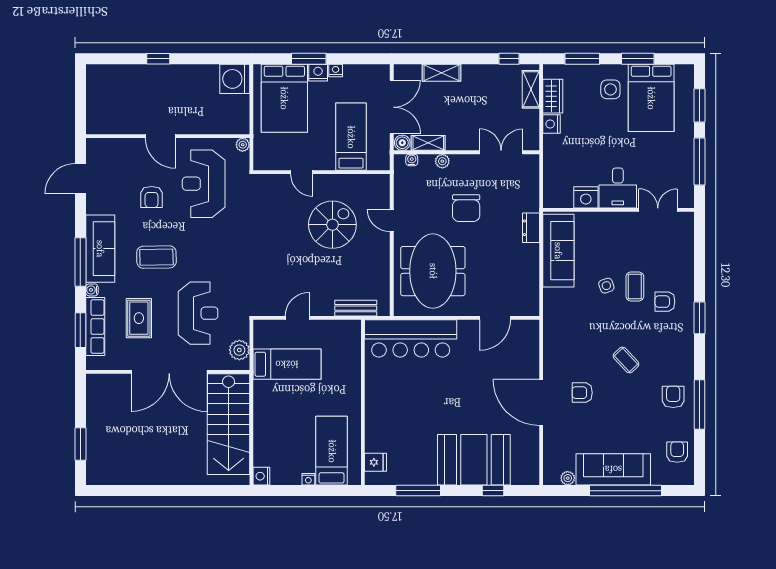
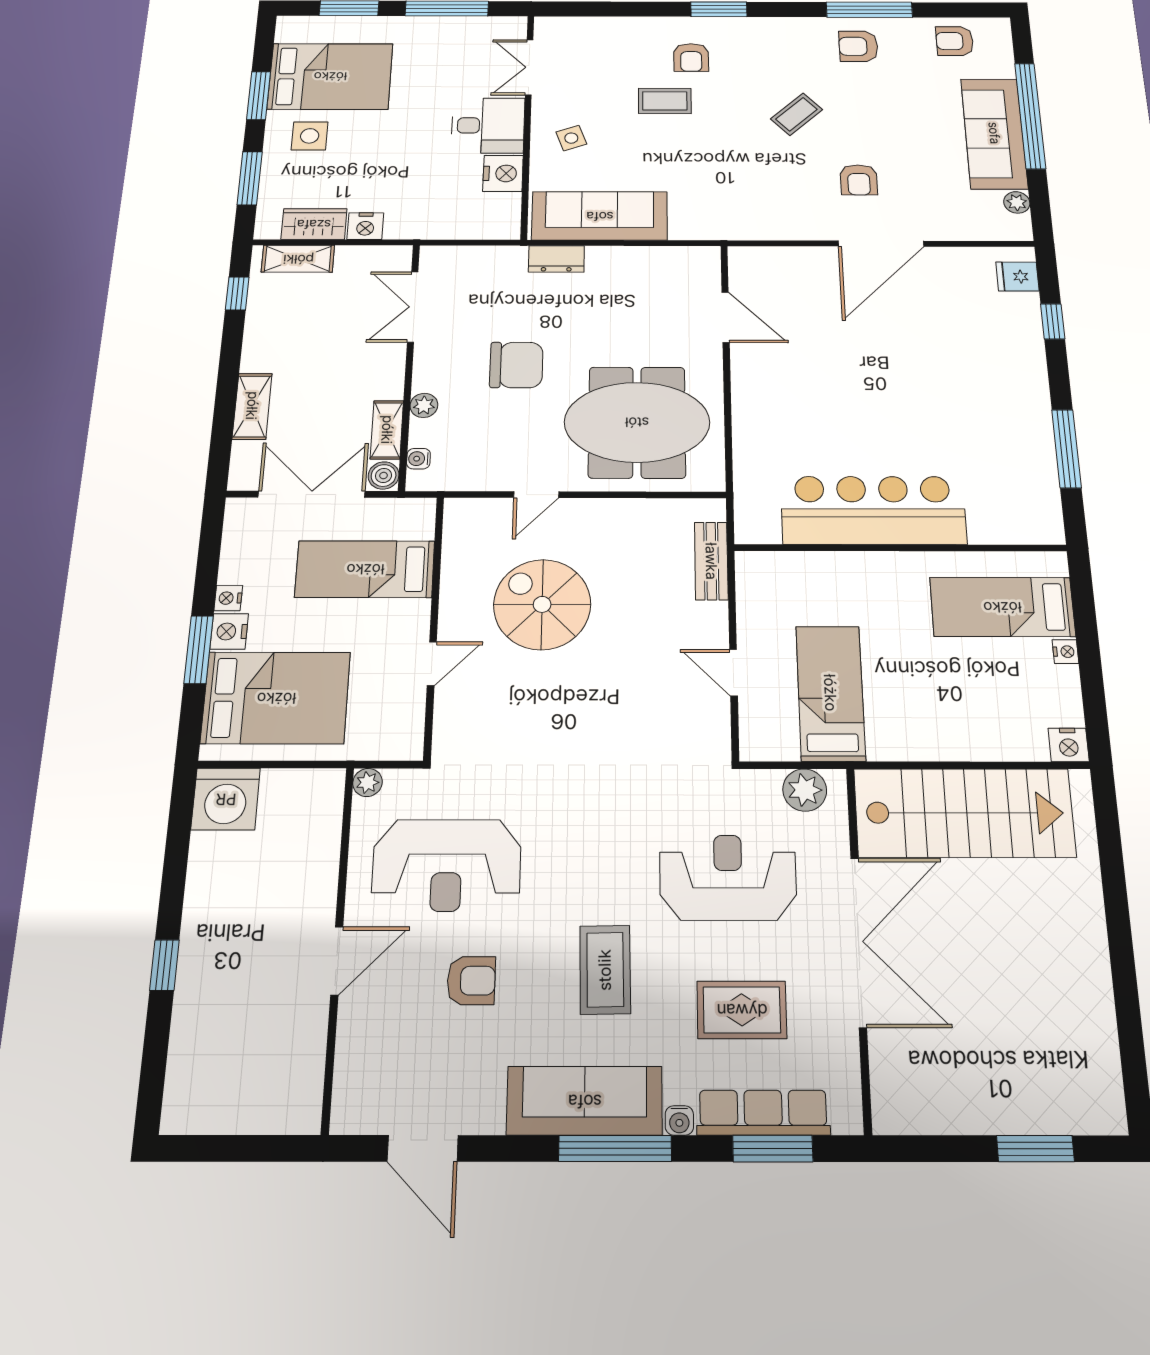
side table: (606, 286) -> (571, 138), moved
bar counter: (411, 338) -> (873, 510), moved, turned -90
booth: (474, 460) -> (997, 353), removed
fridge: (376, 462) -> (1017, 277), moved, turned -90

